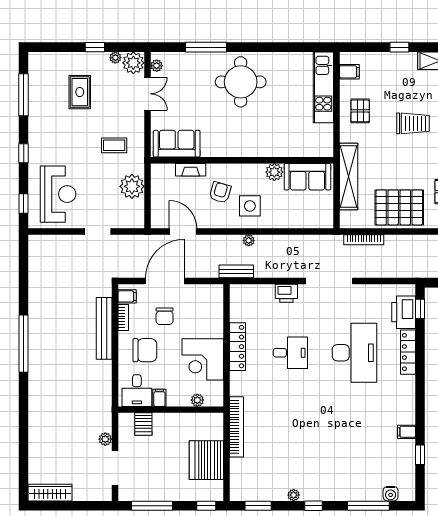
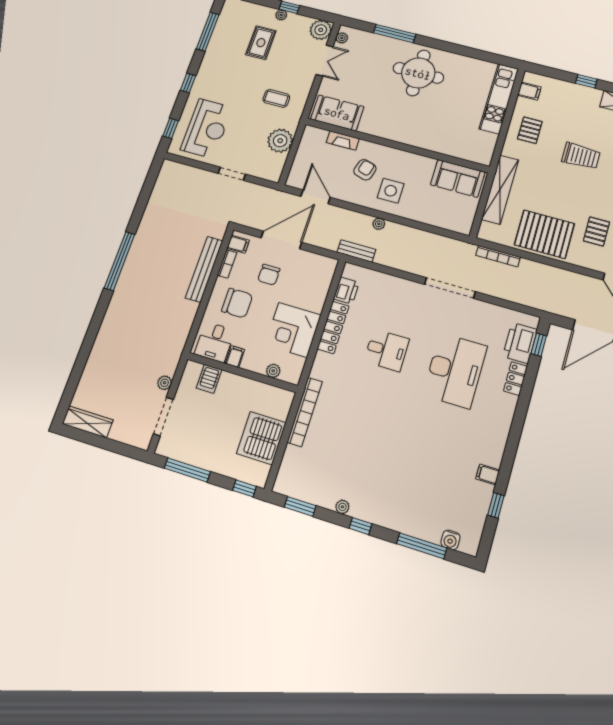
plant: (115, 58) -> (281, 15), moved
plant: (274, 172) -> (426, 165), removed
printer: (286, 293) -> (346, 291), moved, turned -90
locker: (408, 352) -> (515, 379), width x0.66

